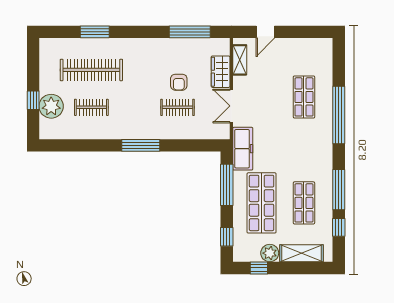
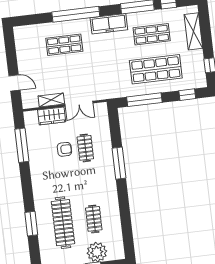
shelving: (240, 60) -> (51, 100), moved
window: (141, 145) -> (119, 163), moved
freezer: (243, 149) -> (109, 24), moved, turned 180
plant: (270, 253) -> (196, 58), removed

